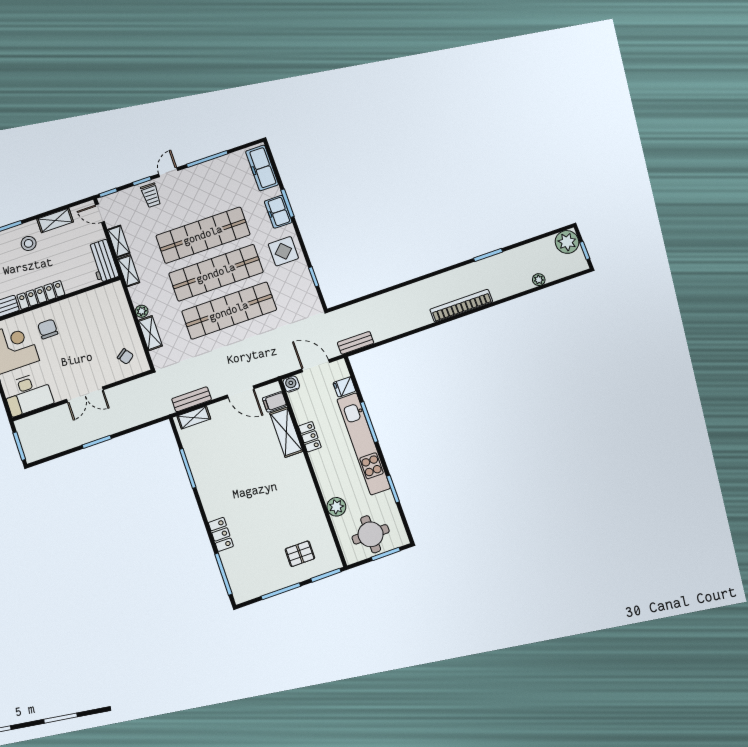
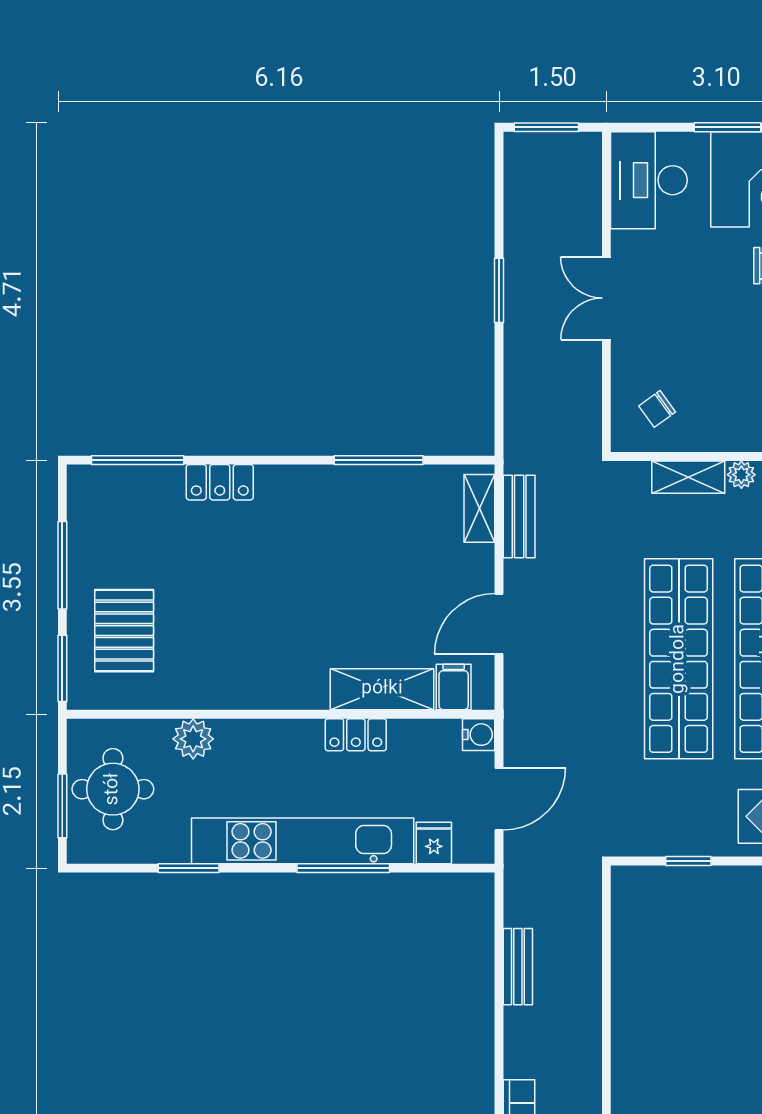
bench: (356, 343) -> (518, 967), moved
pallet: (300, 554) -> (124, 631), width x1.50, depth x1.42

